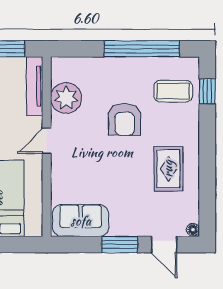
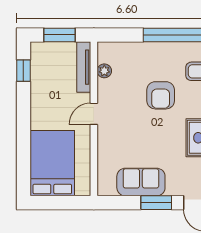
plant: (66, 98) -> (104, 71), width x0.53, depth x0.53
sofa: (81, 221) -> (141, 182), moved

